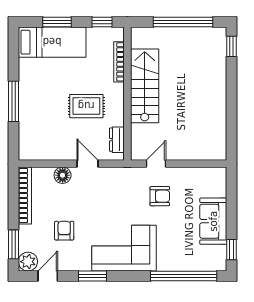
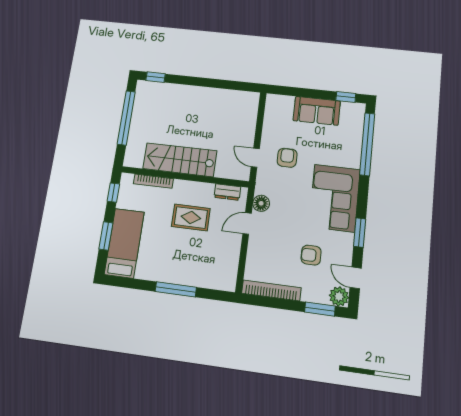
rug: (86, 106) -> (191, 217), turned 90
floor lamp: (63, 175) -> (261, 203), moved

